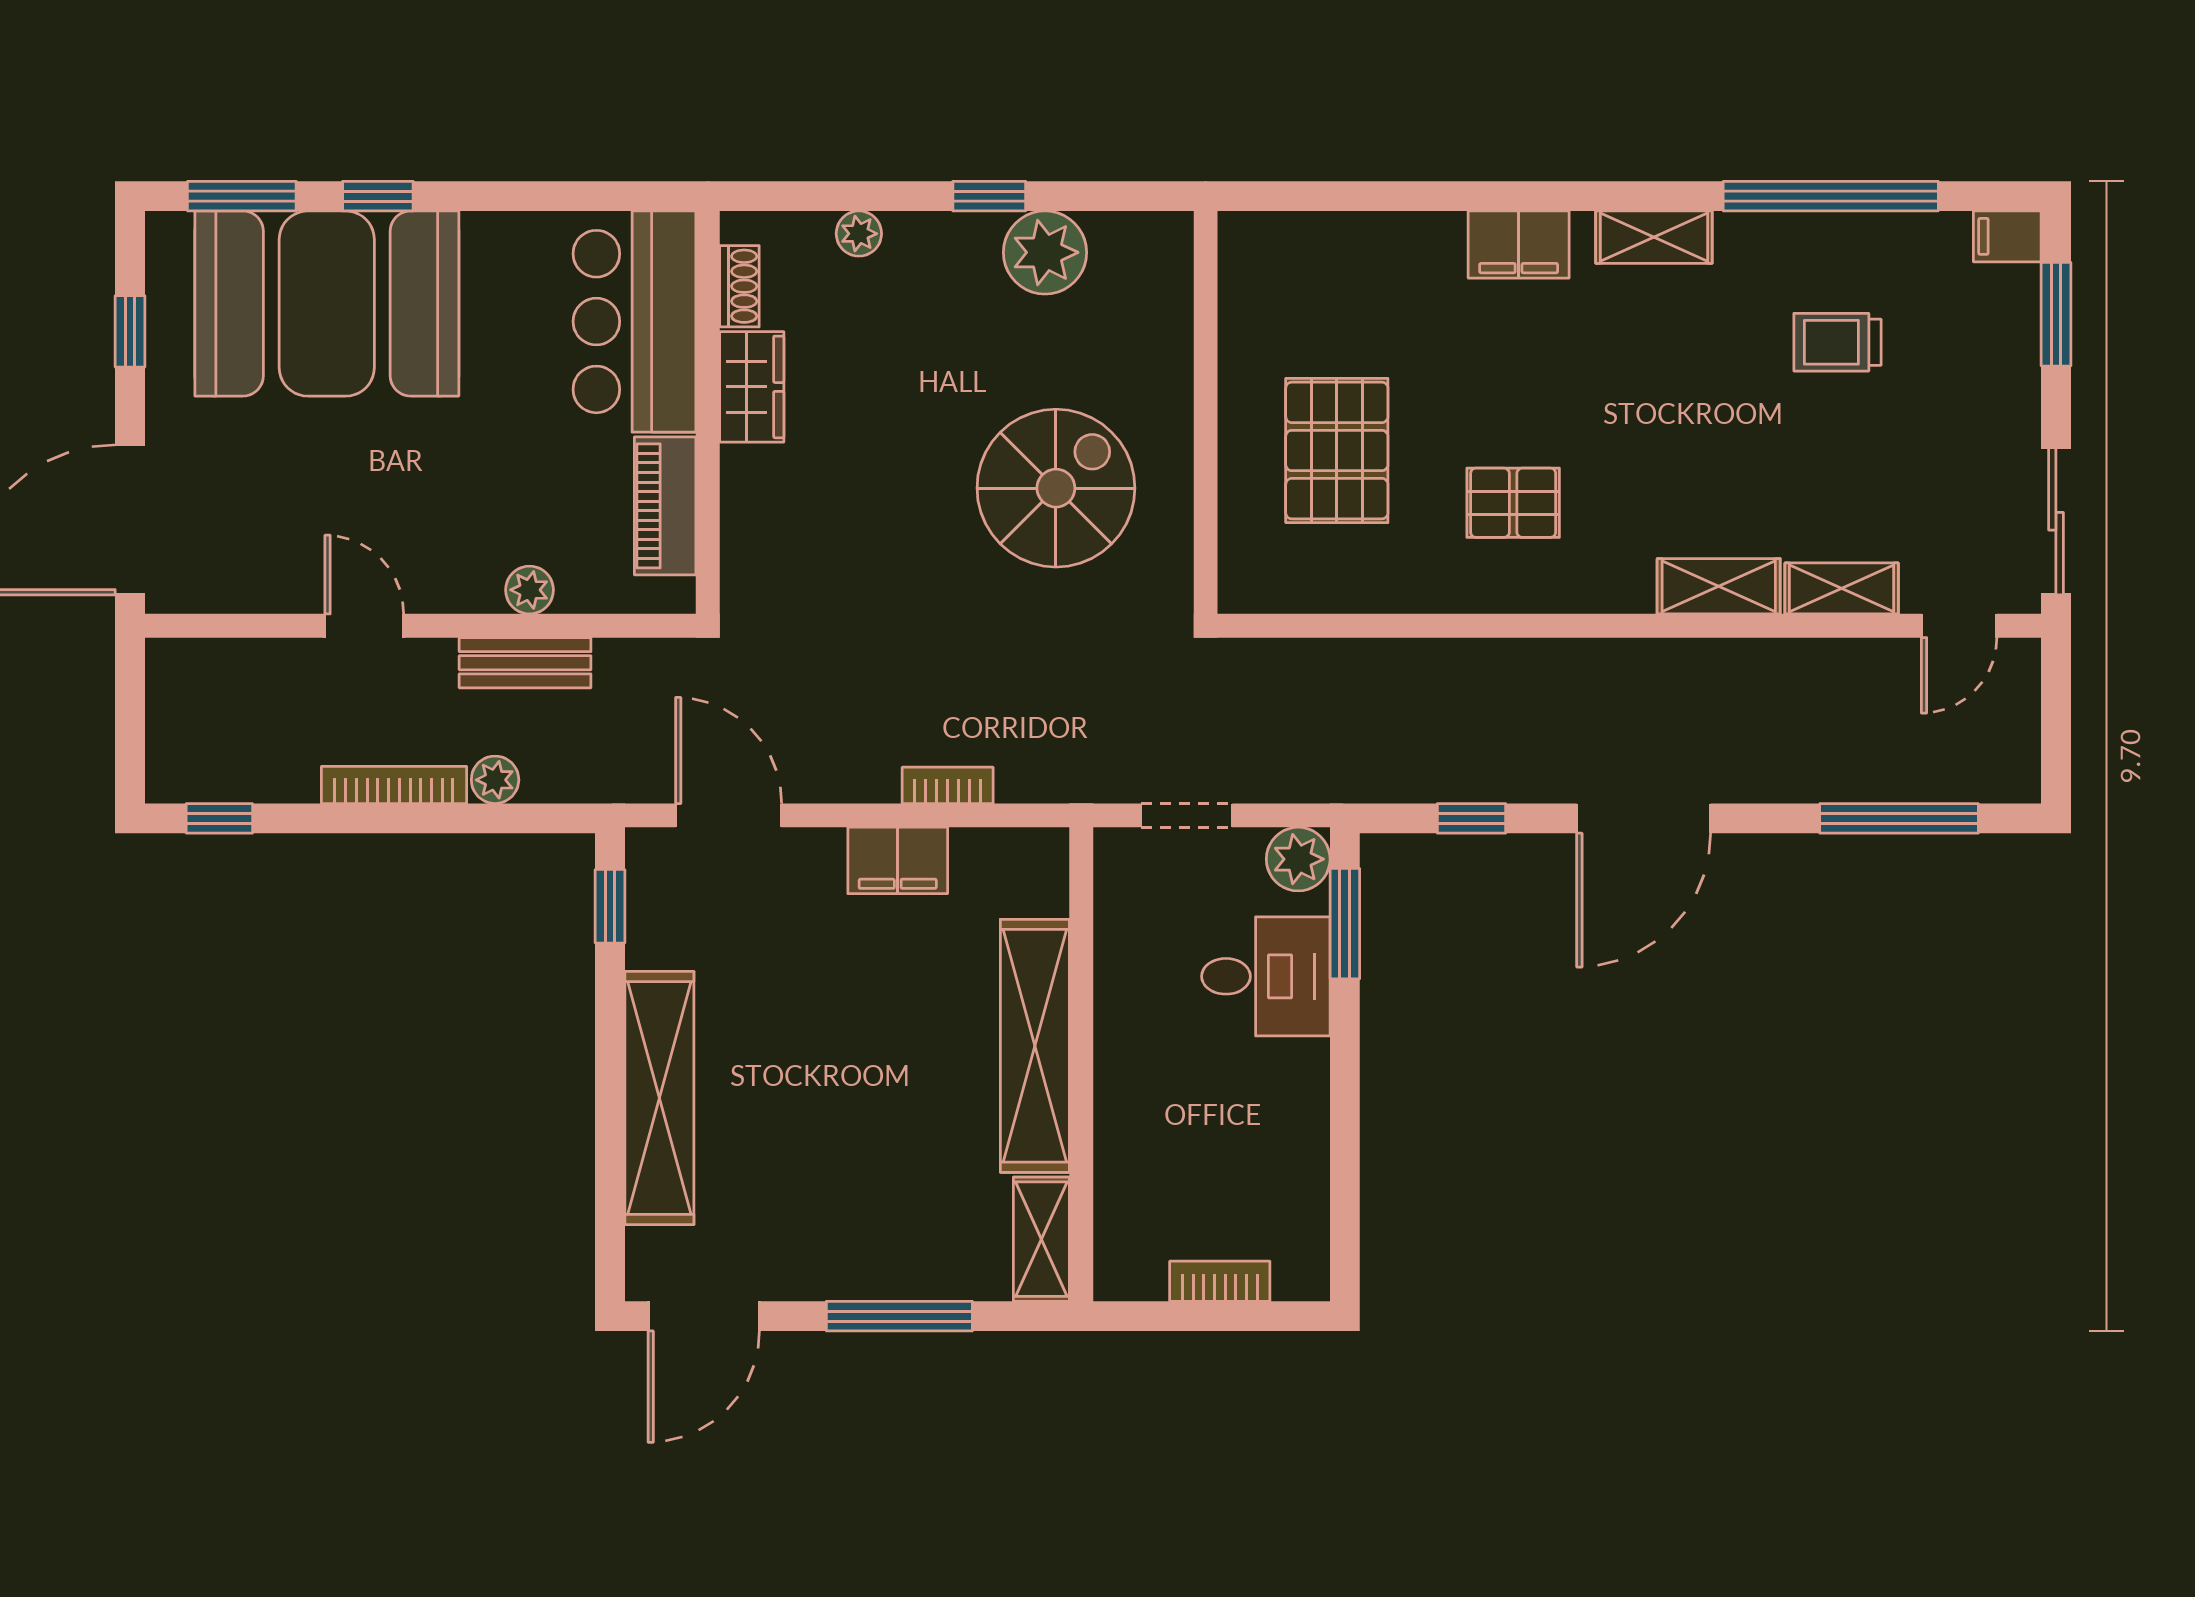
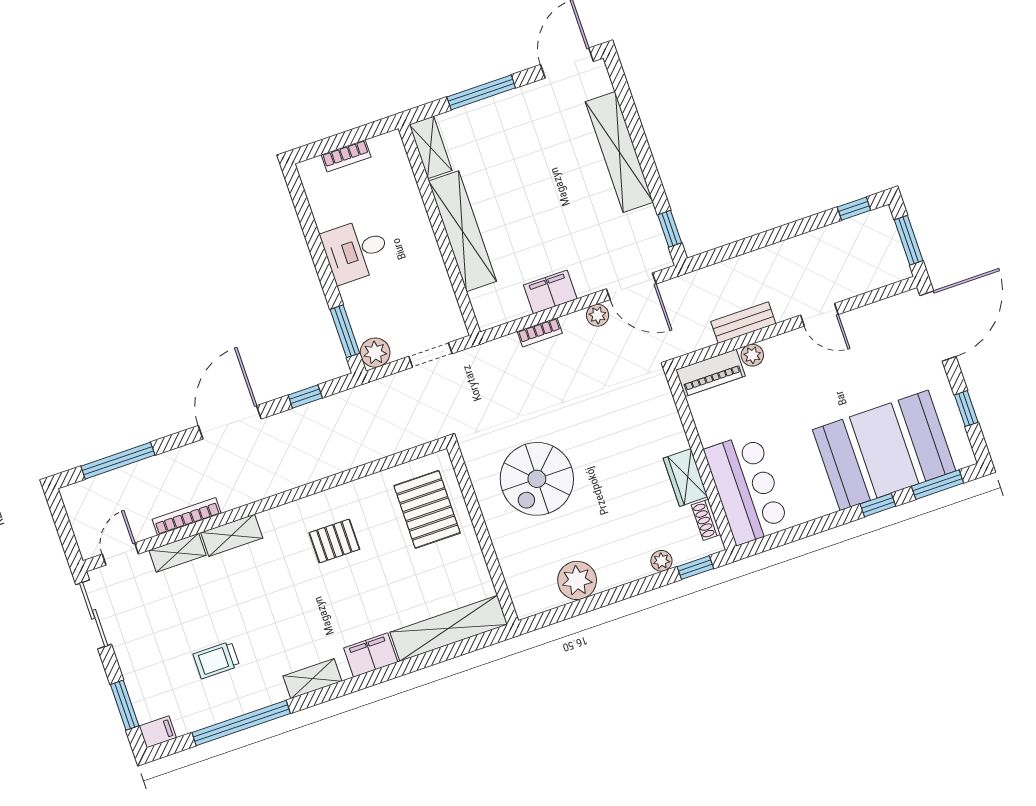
window: (989, 196) -> (695, 568), moved
shelving: (1340, 244) -> (449, 628), added
trolley: (1837, 342) -> (216, 660), turned 180
pallet: (1337, 451) -> (427, 509), moved
piano: (665, 506) -> (711, 373), moved, turned 90
window: (130, 715) -> (909, 240), added
plant: (495, 780) -> (598, 315), moved
bookcase: (394, 785) -> (187, 516), moved, turned 180
desk: (1266, 976) -> (356, 251), moved

